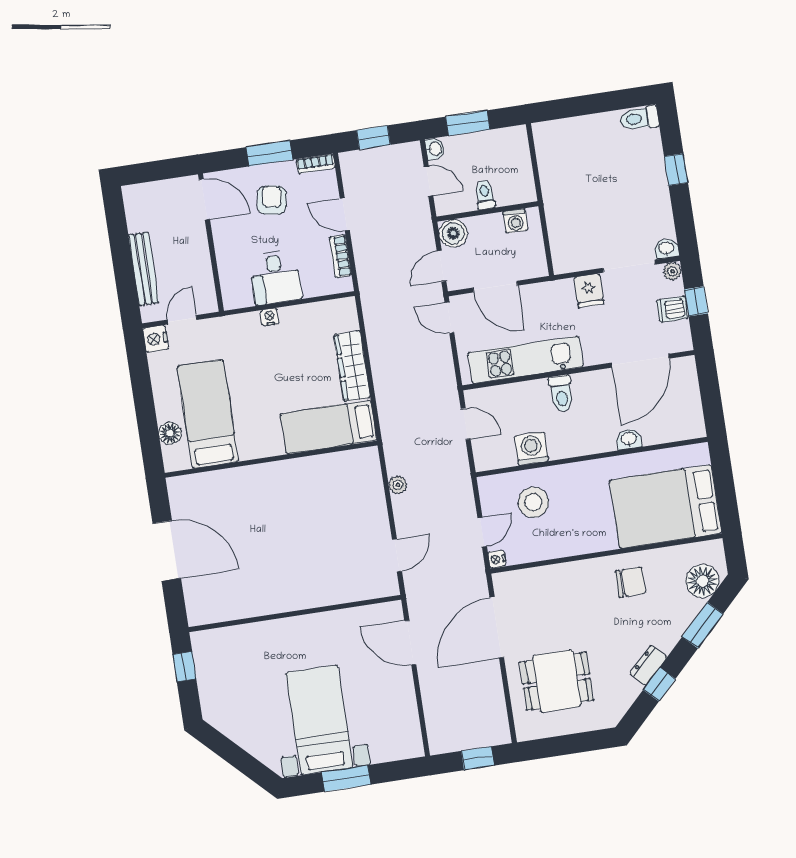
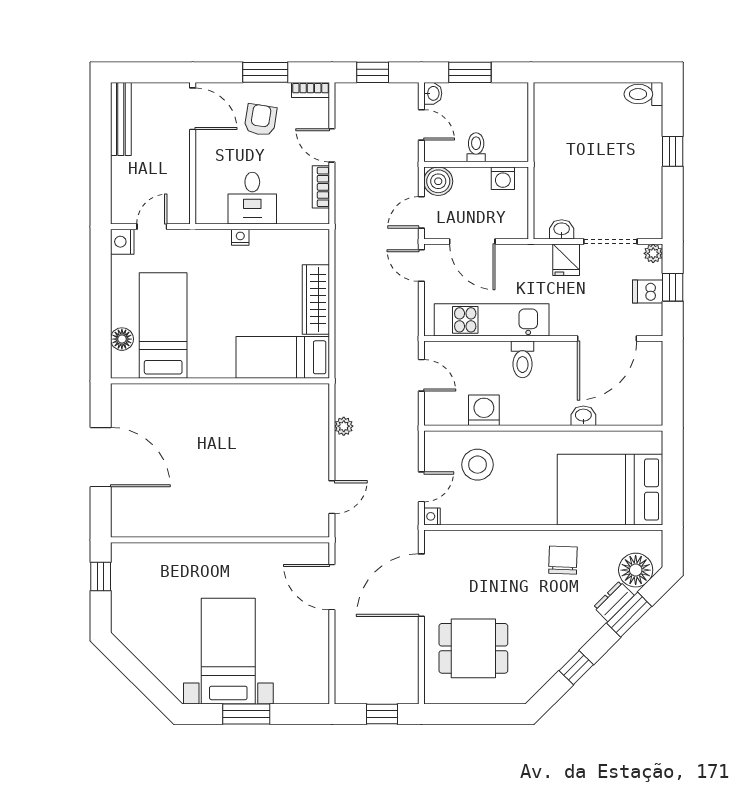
washbasin: (666, 248) -> (562, 229), moved
bench: (144, 269) -> (121, 119), moved
chair: (630, 582) -> (563, 560), turned -88
dresser: (648, 665) -> (614, 601), moved

